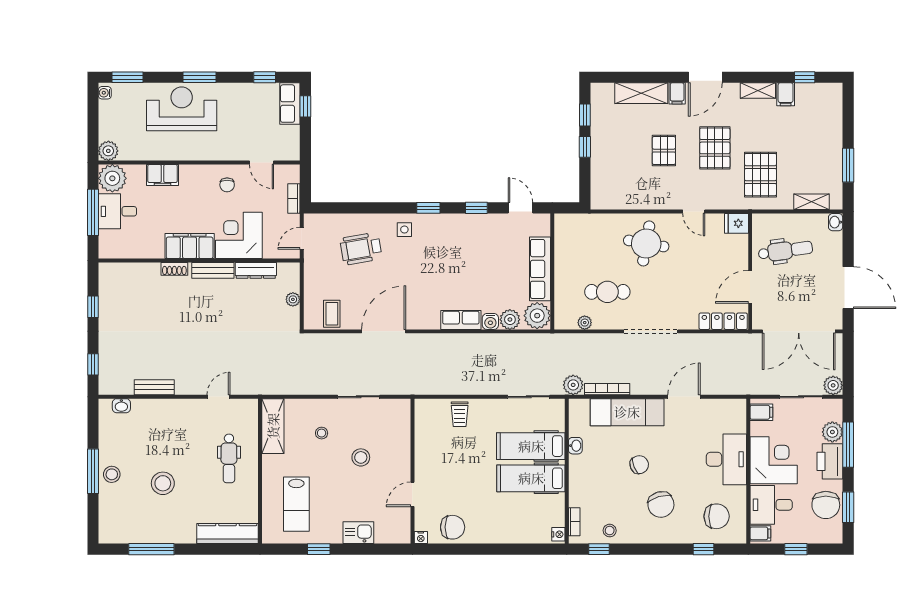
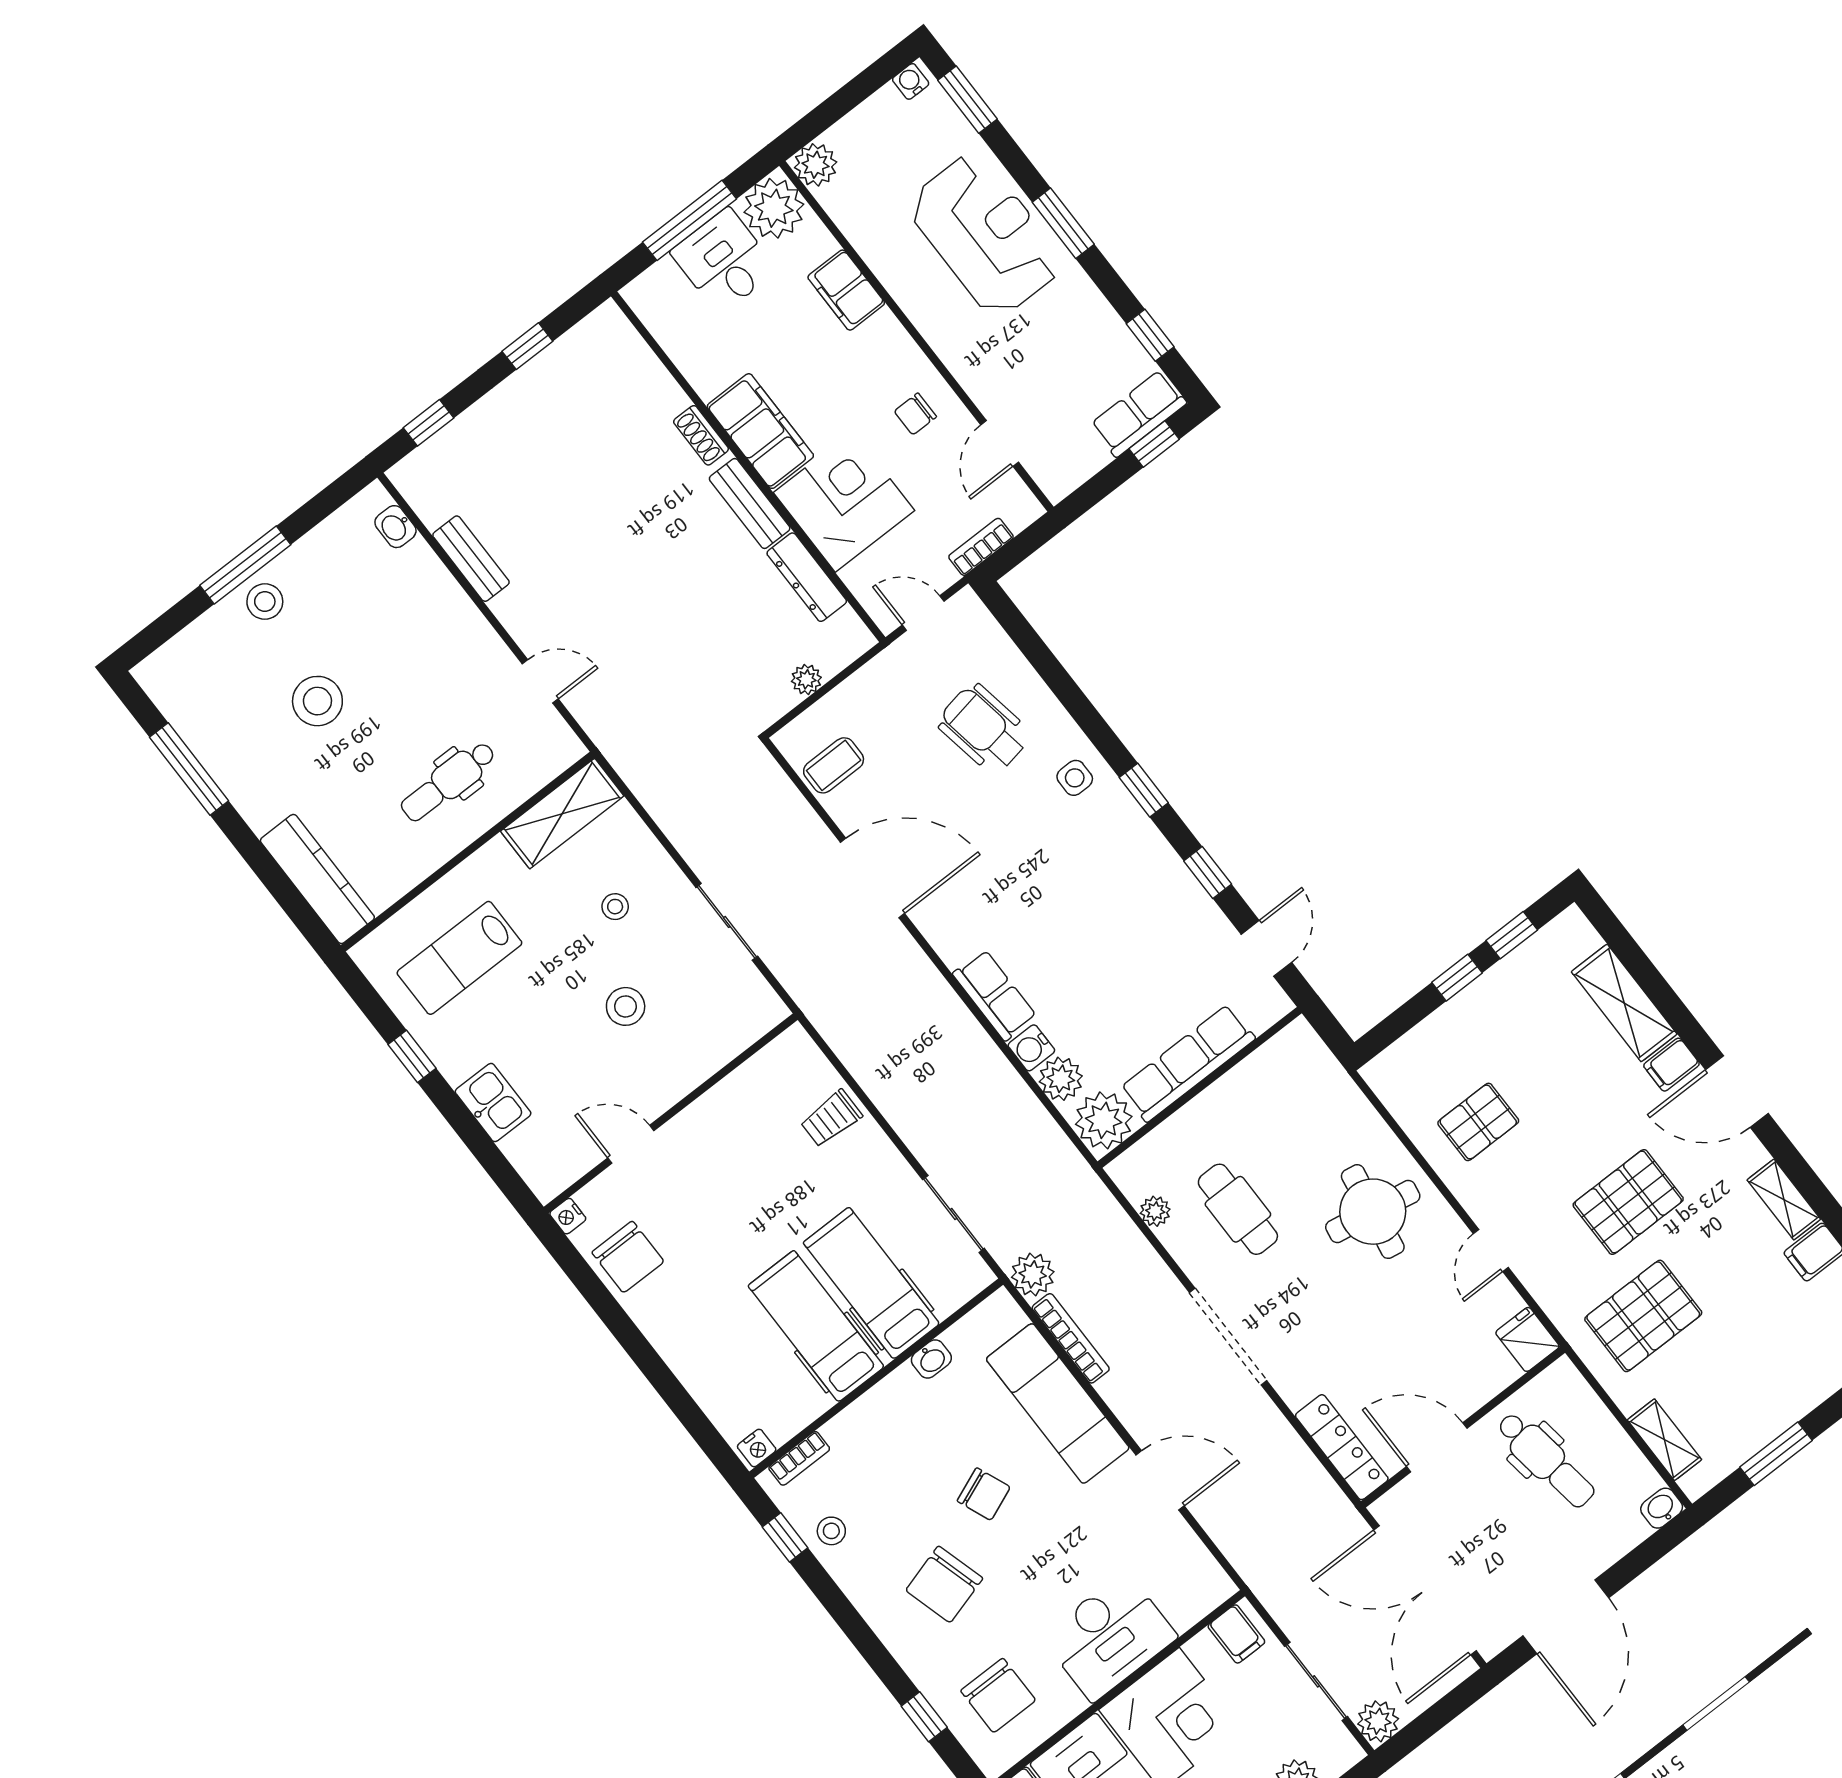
pallet: (664, 151) -> (1478, 1122), moved

